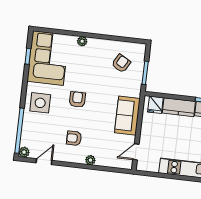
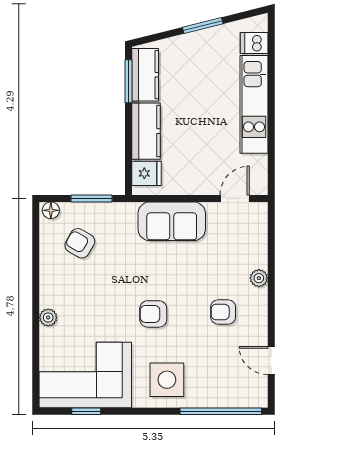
floor lamp: (141, 50) -> (51, 210), added
armchair: (74, 138) -> (223, 312), turned 90
plant: (24, 152) -> (258, 398), removed
door: (136, 152) -> (235, 198), swing flipped

